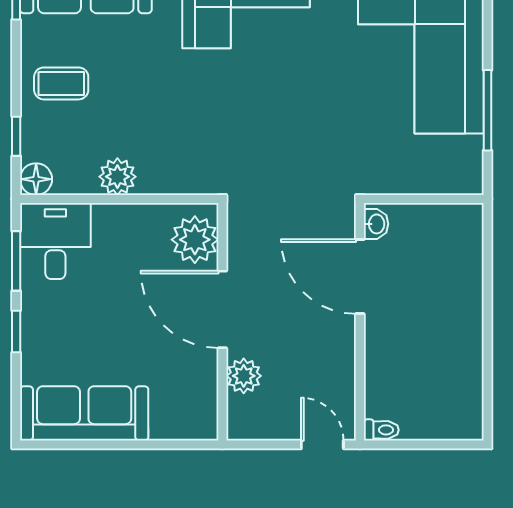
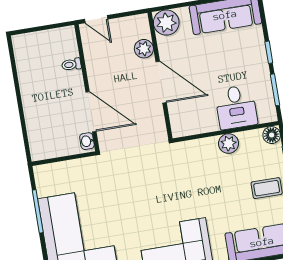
plant: (195, 240) -> (166, 23), moved
desk: (55, 241) -> (236, 107), moved
toilet: (381, 430) -> (71, 64), moved

